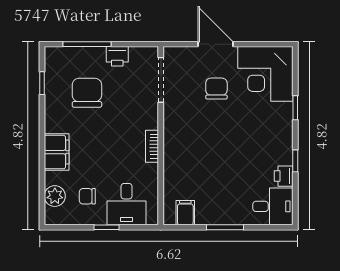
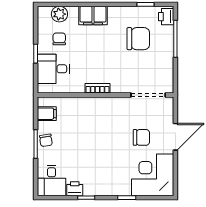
printer: (117, 56) -> (166, 17), moved
chair: (220, 214) -> (46, 140), added

